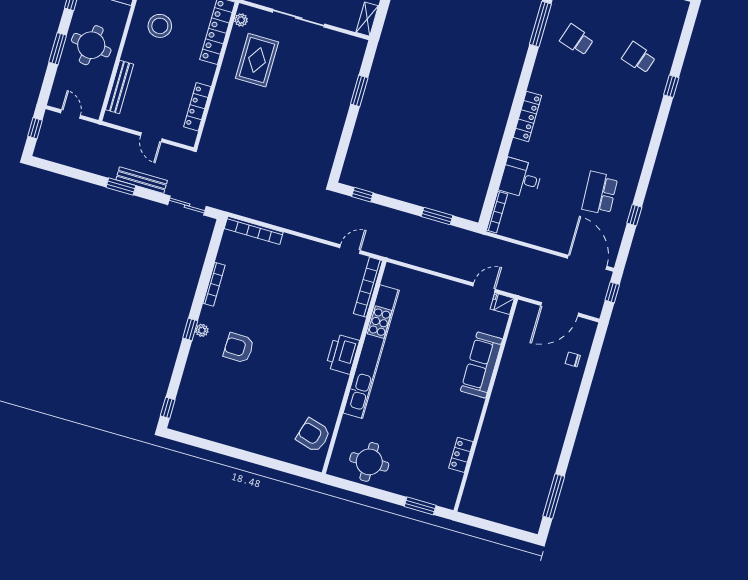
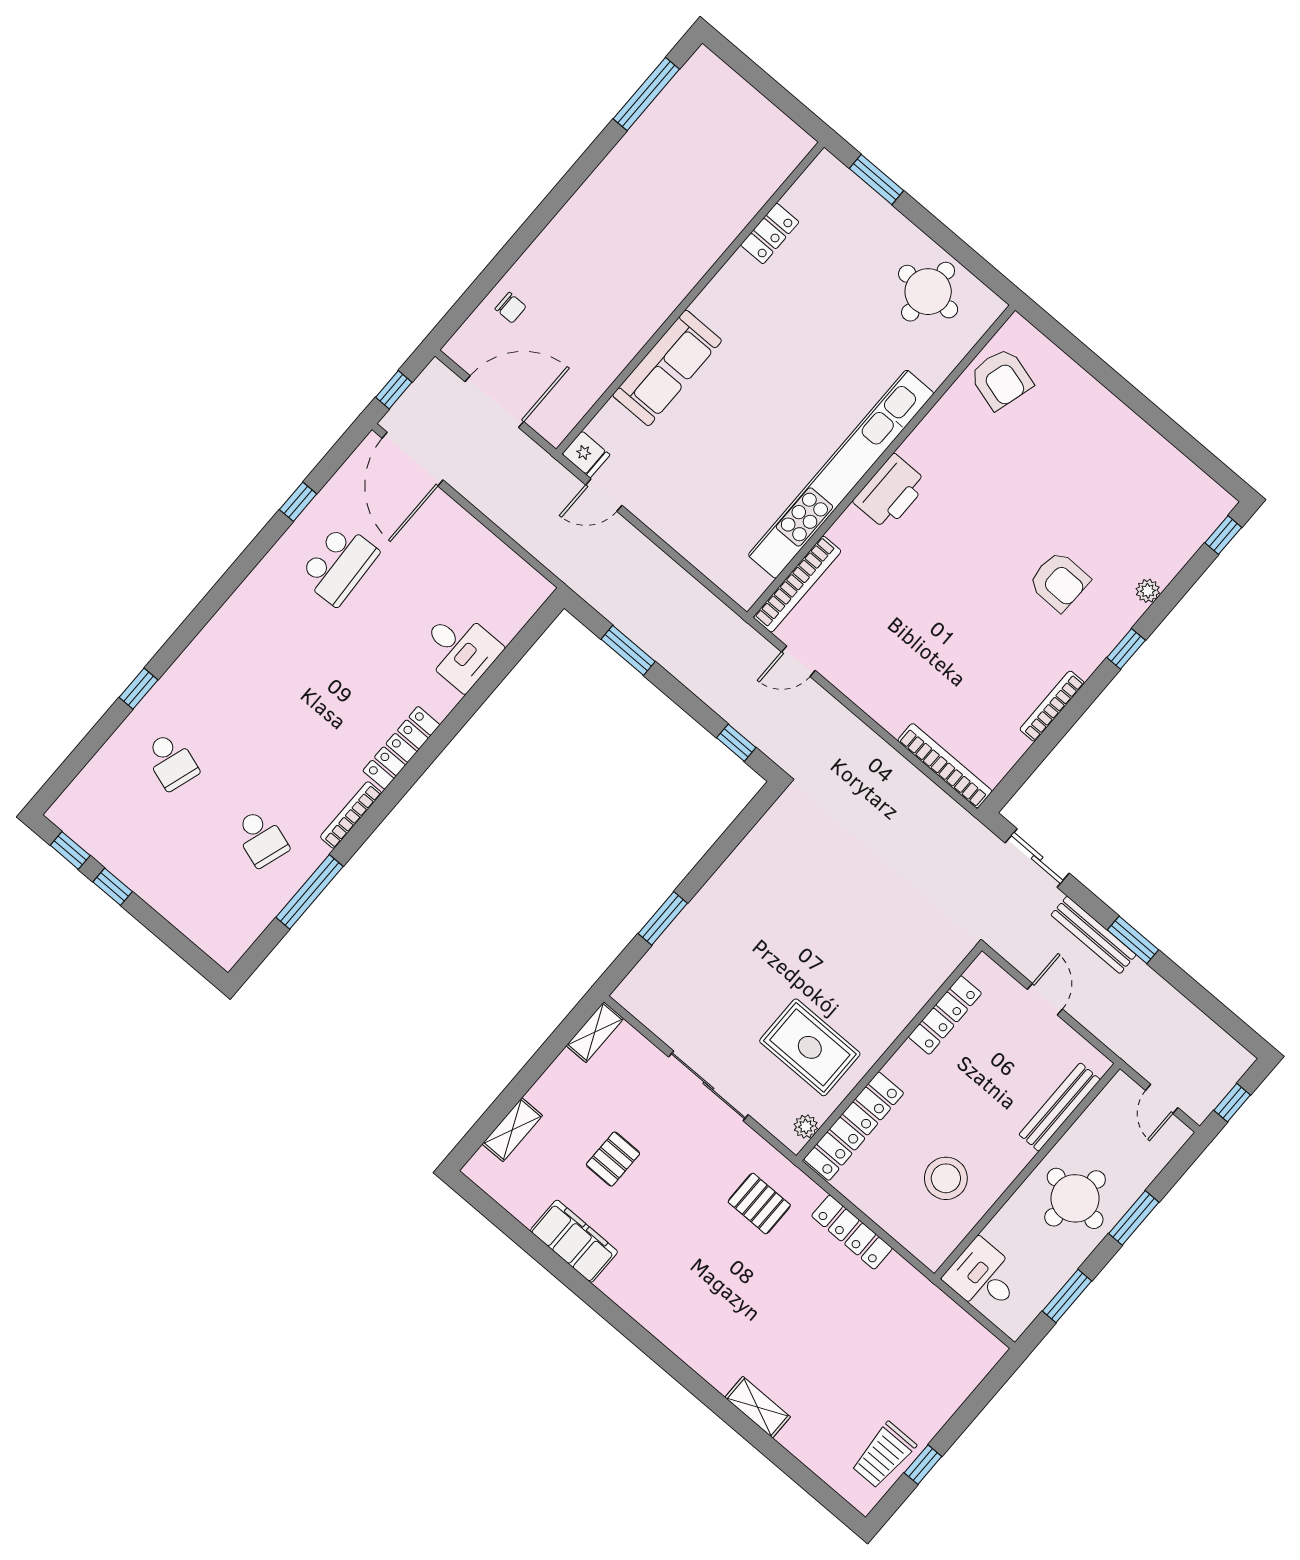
rug: (257, 60) -> (810, 1047), turned 90
bookcase: (497, 212) -> (351, 815), moved
plant: (202, 330) -> (1148, 591), moved

